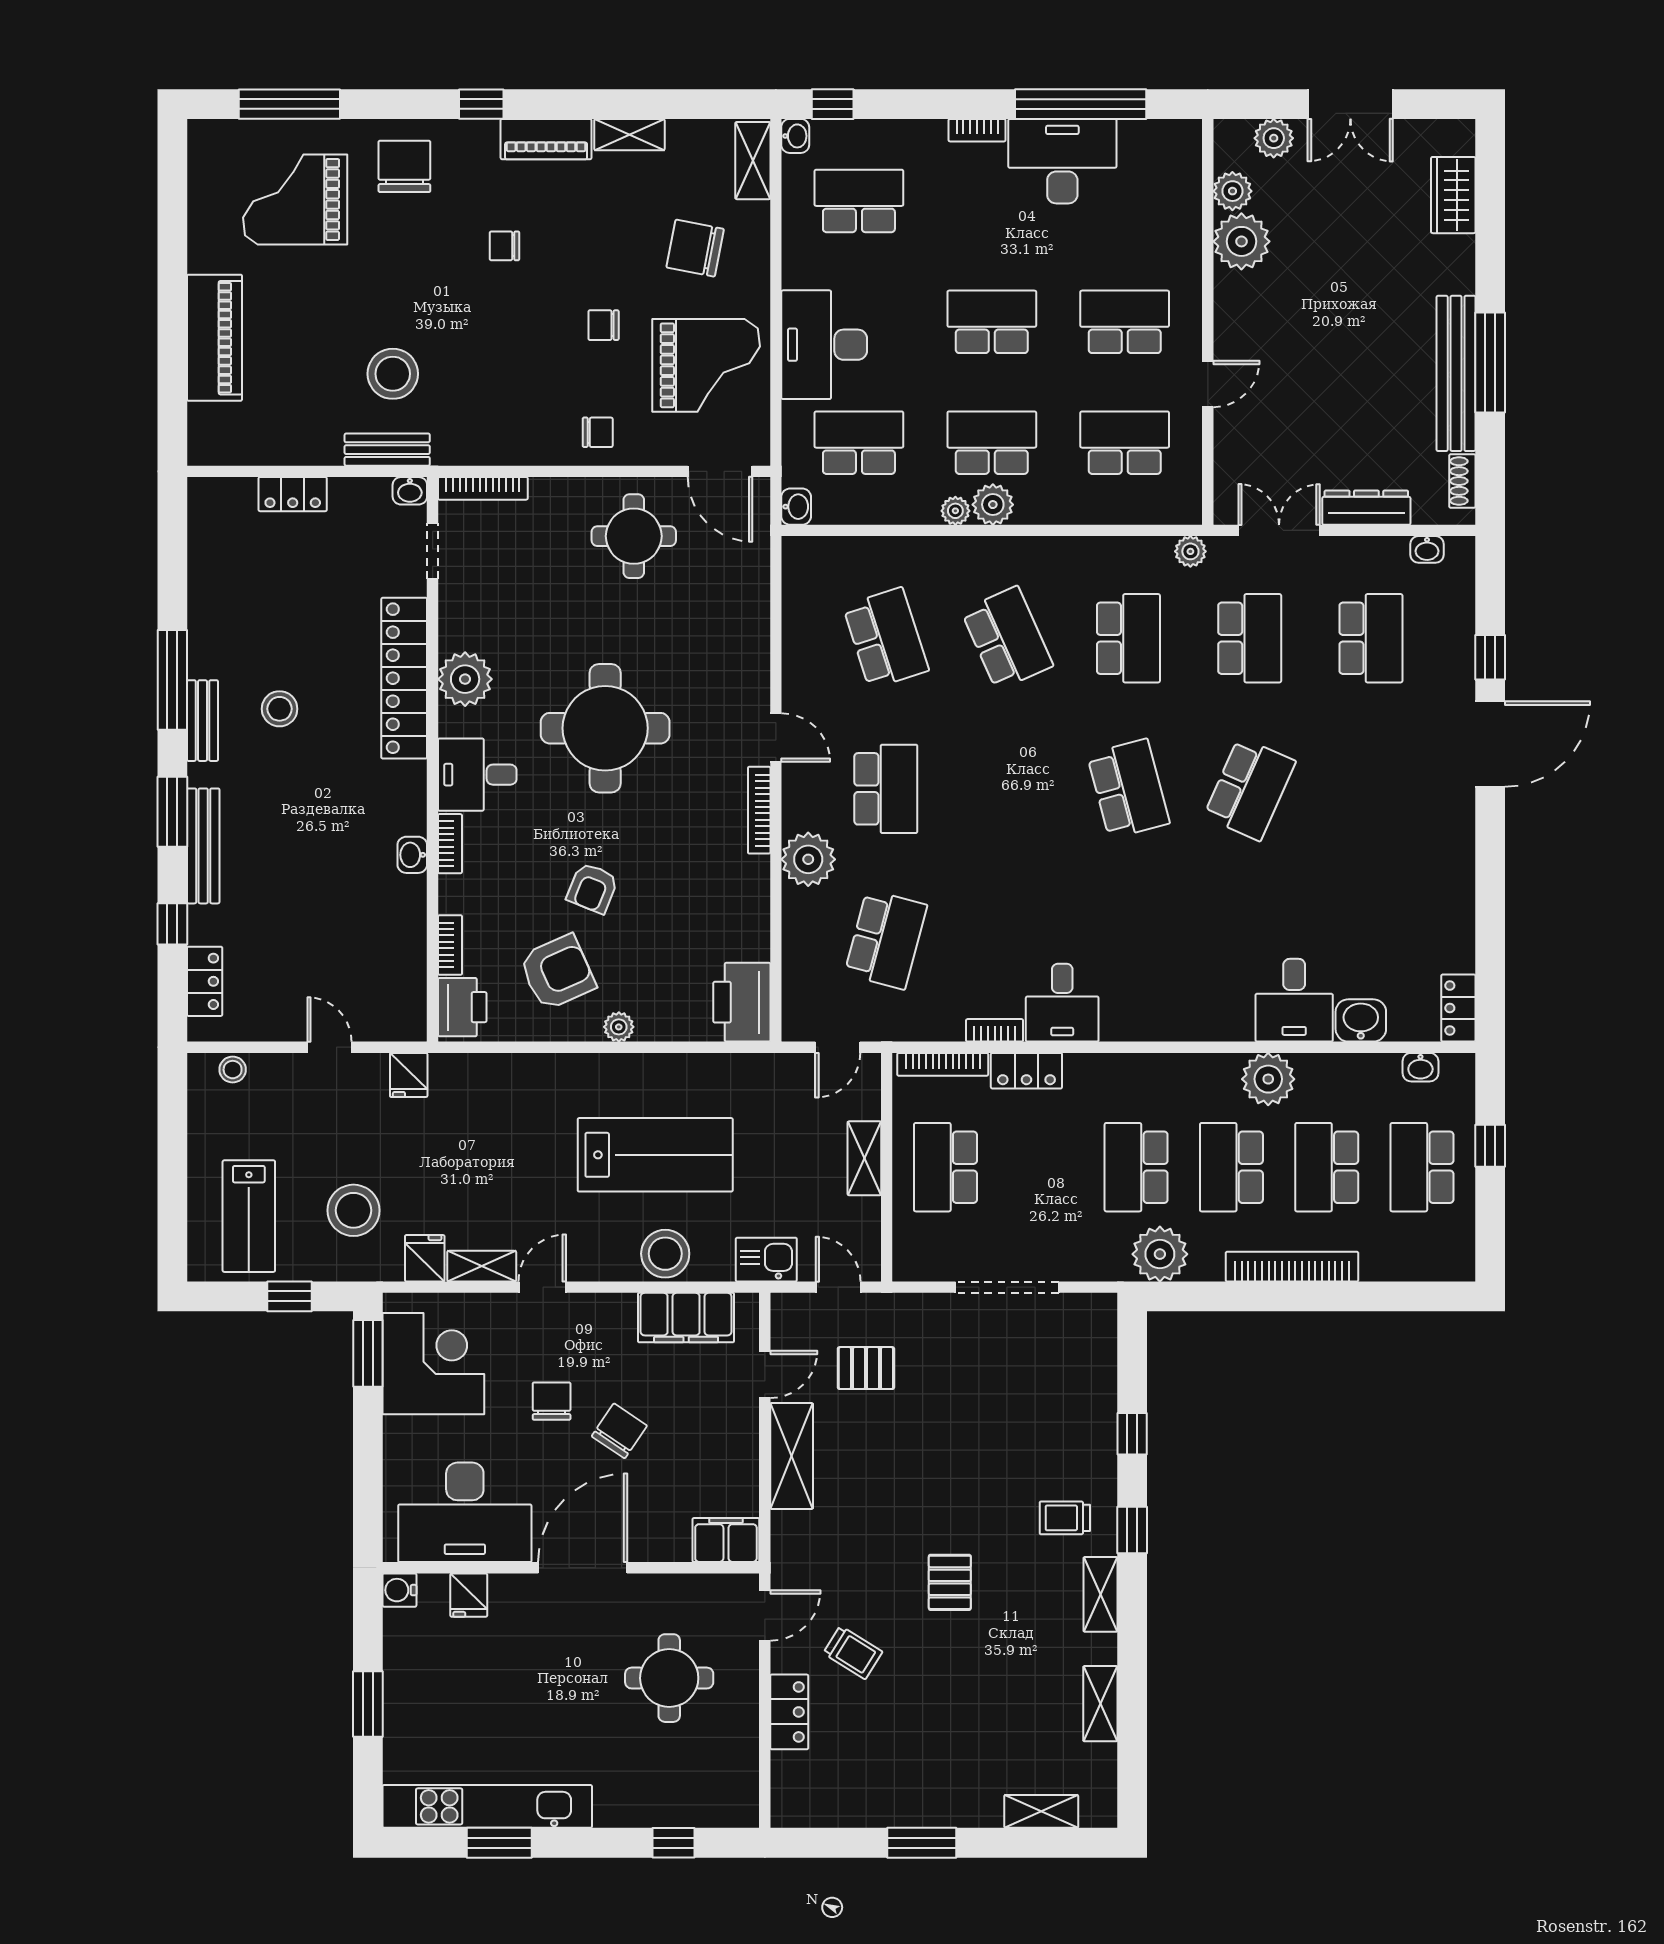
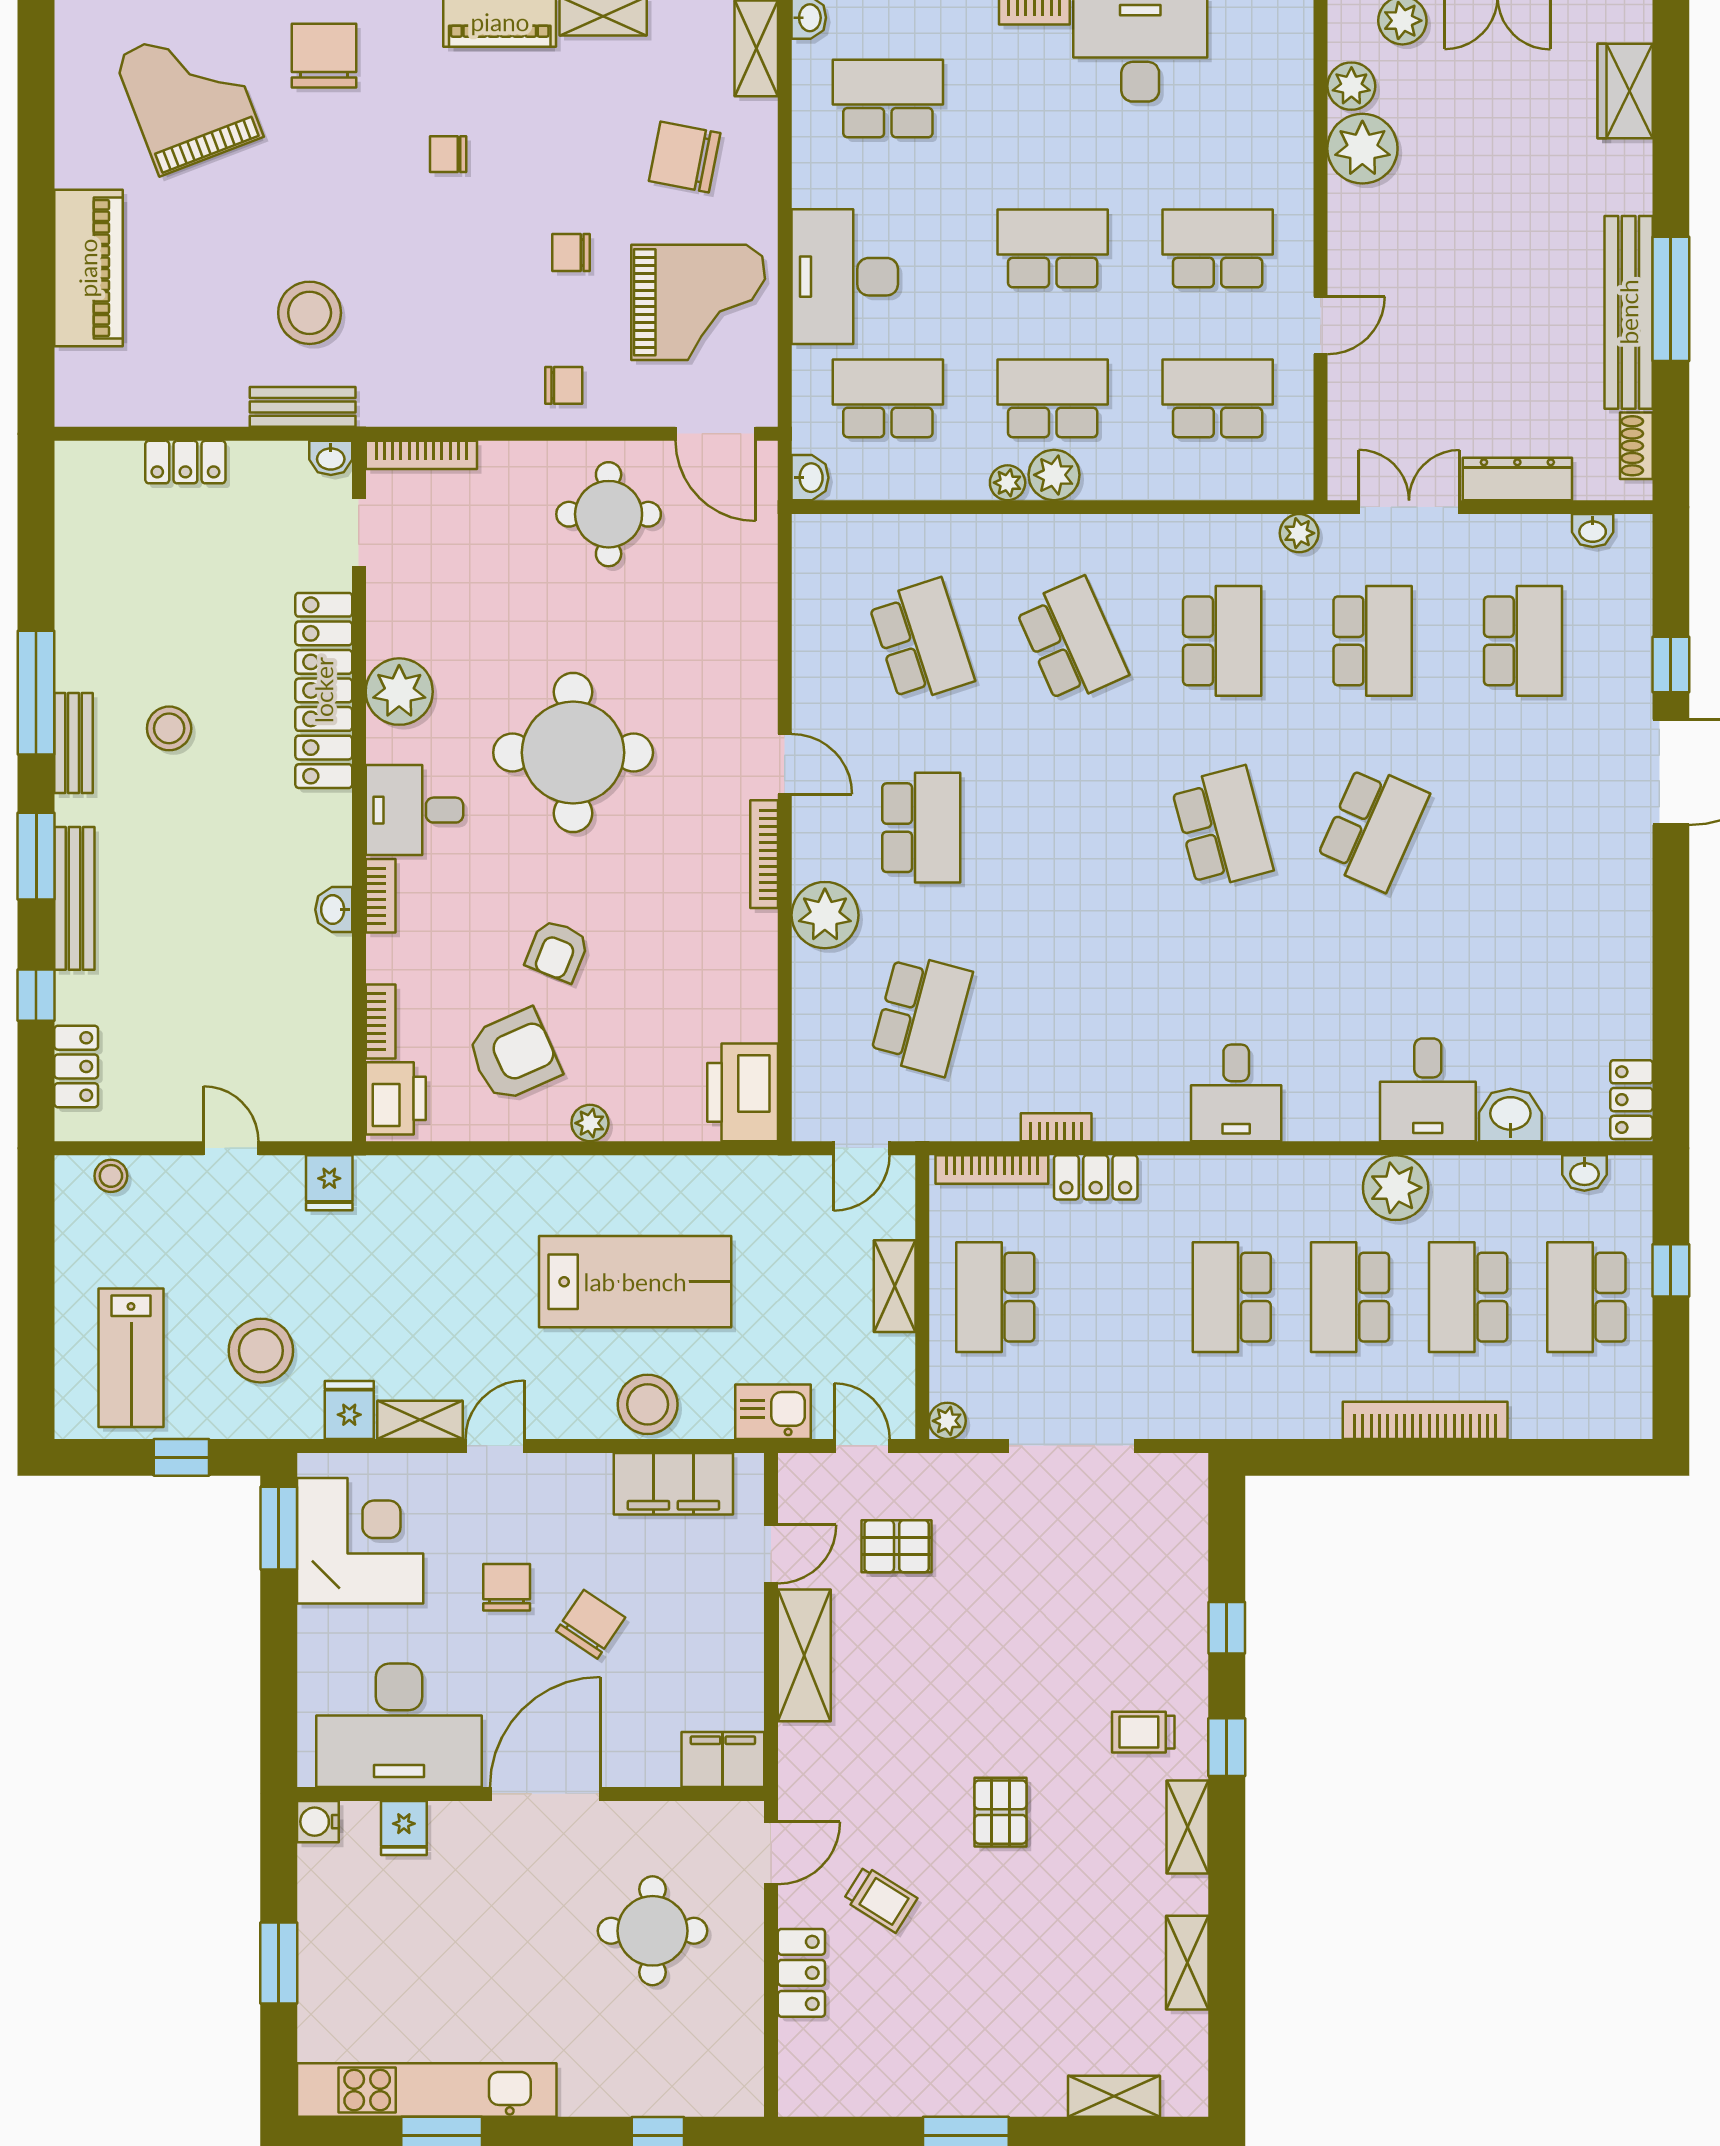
grand piano: (295, 199) -> (188, 97), turned 69
desk: (1062, 1003) -> (1236, 1093), moved
plant: (1160, 1254) -> (947, 1421), moved, width x0.53, depth x0.53

